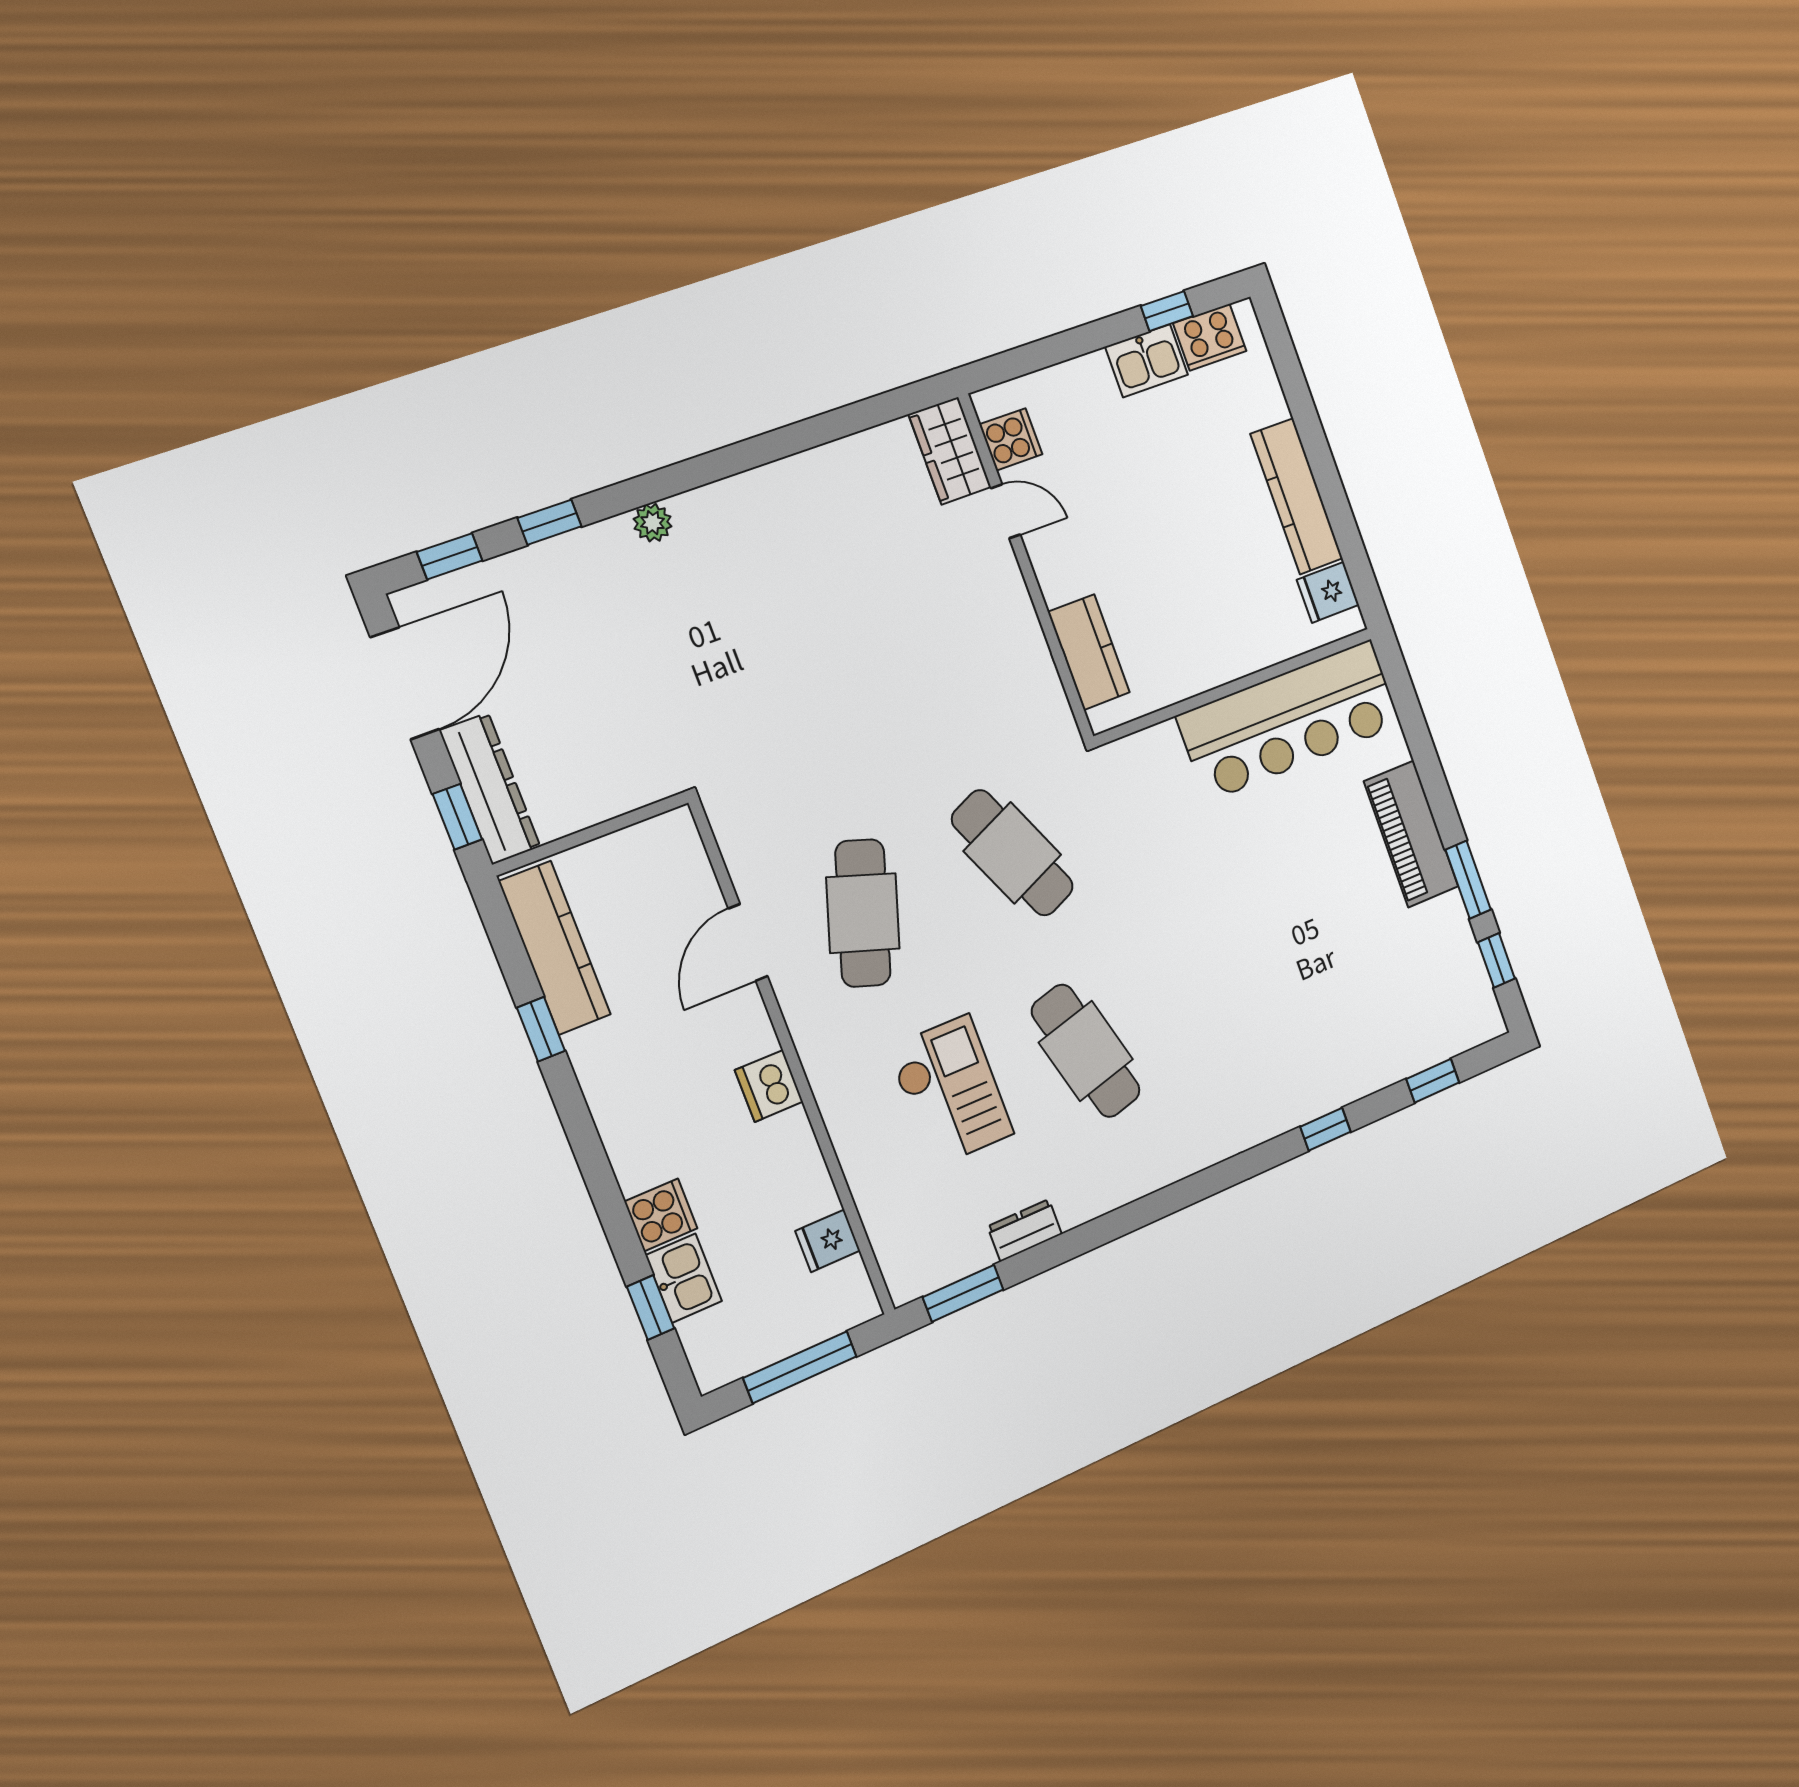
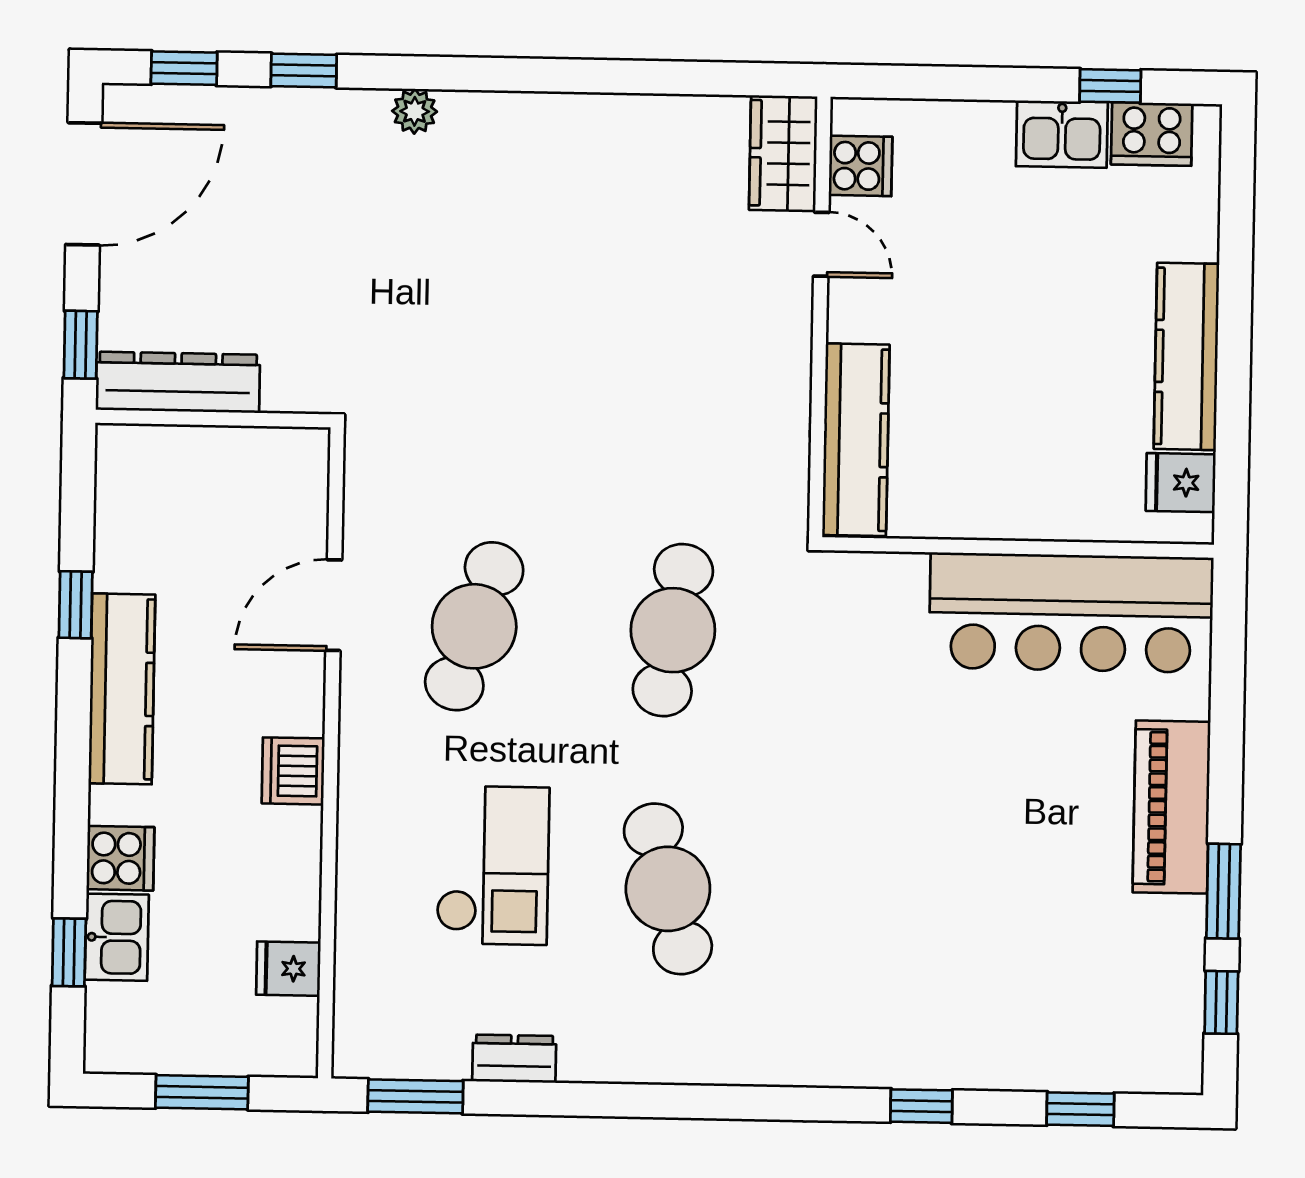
kitchen counter: (1089, 652) -> (856, 440), width x1.50
dresser: (490, 789) -> (178, 382), moved, turned -90
cafe table: (1012, 853) -> (673, 630), turned 33
kitchen counter: (555, 948) -> (122, 689), moved
window: (800, 1367) -> (202, 1092), width x0.69

